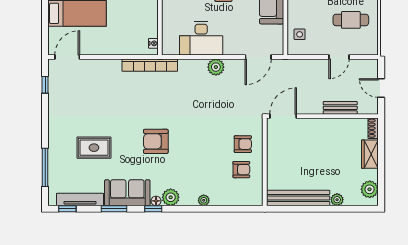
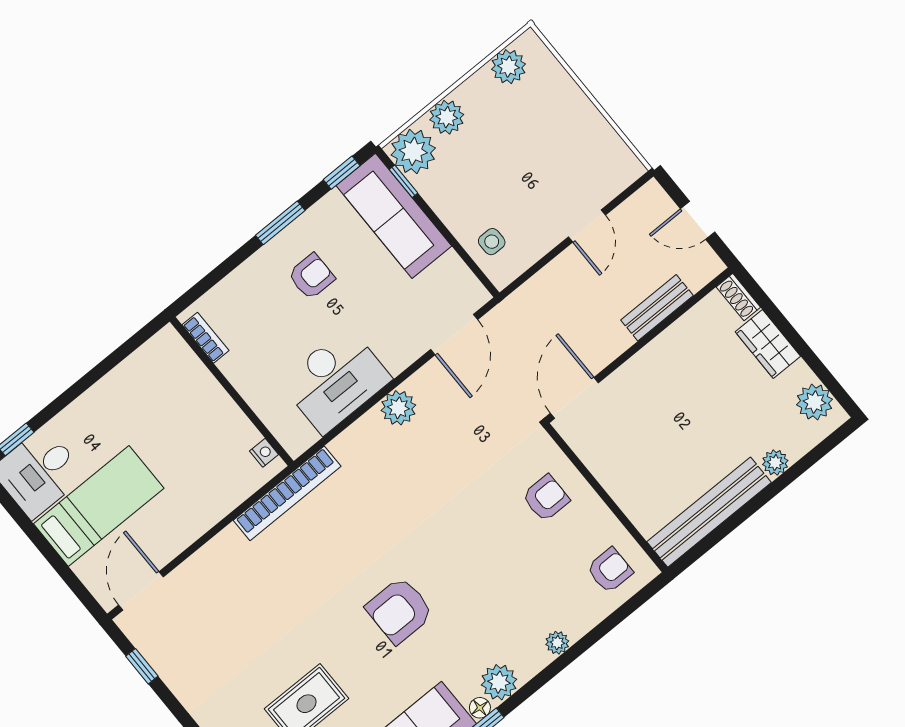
cafe table: (351, 20) -> (557, 149), removed
armchair: (241, 170) -> (610, 570), moved

